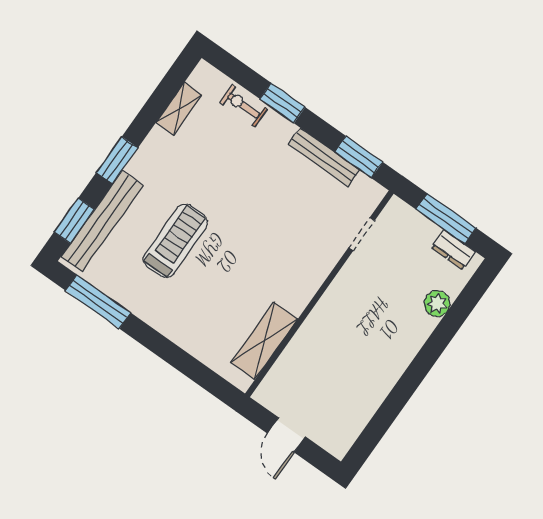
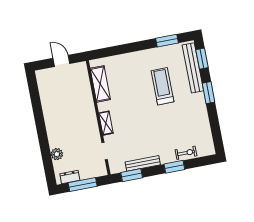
shelving: (179, 109) -> (106, 123), moved
treadmill: (176, 241) -> (162, 86), turned 180
window: (98, 302) -> (167, 41), width x0.69

